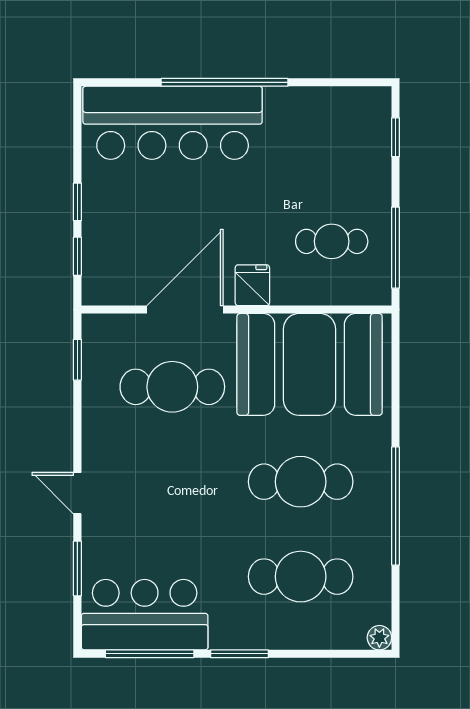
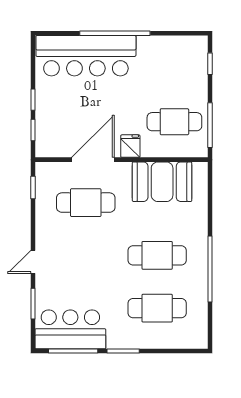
cafe table: (332, 241) -> (174, 122), width x1.37, depth x1.35
booth: (310, 364) -> (162, 182), width x0.73, depth x0.70
door: (77, 493) -> (33, 262), hinge flipped
plant: (379, 638) -> (201, 342), removed

